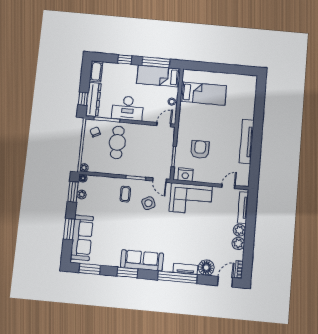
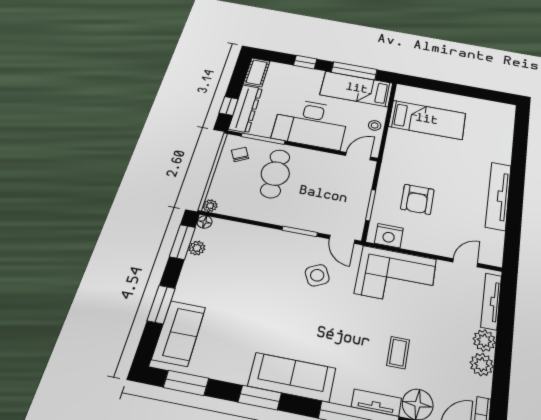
desk: (128, 108) -> (311, 124), width x1.36, depth x1.30
armchair: (200, 149) -> (417, 199), turned 180
coffee table: (125, 194) -> (398, 353), moved
sofa: (82, 238) -> (179, 333), width x0.73

